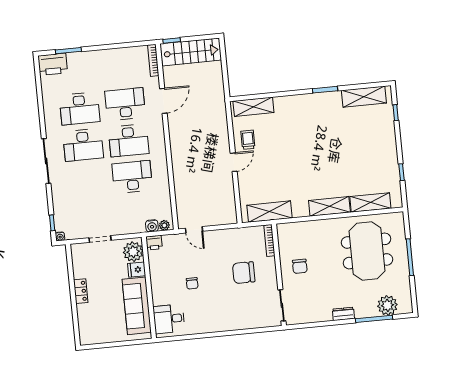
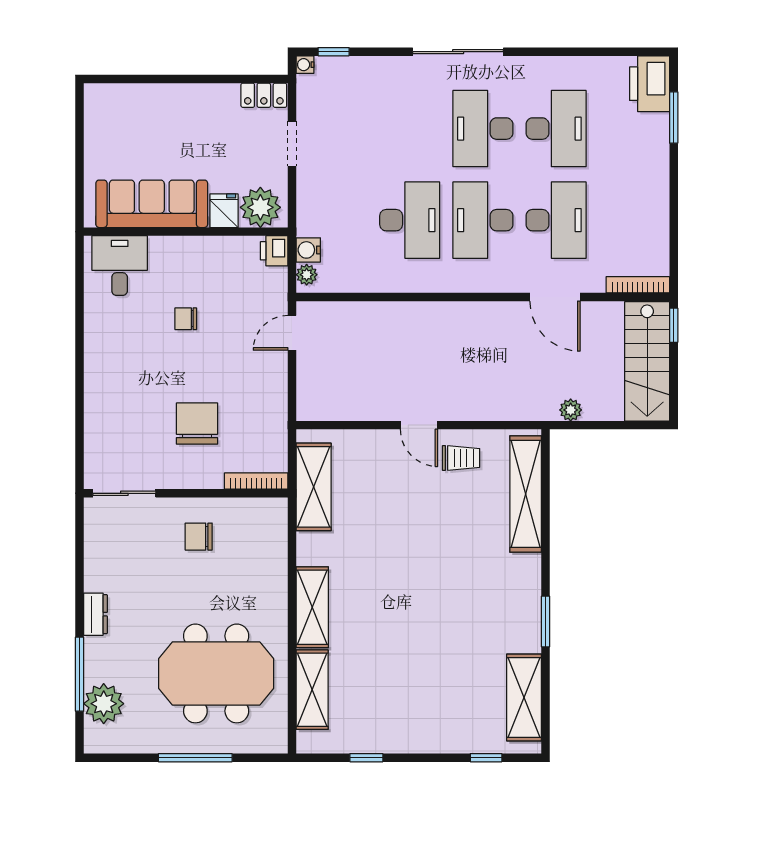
plant: (219, 88) -> (571, 410), added
shelving: (253, 107) -> (526, 494), width x1.47
desk: (80, 109) -> (556, 129), turned 180
locker: (81, 291) -> (264, 95), moved

